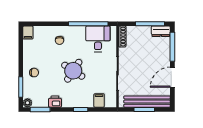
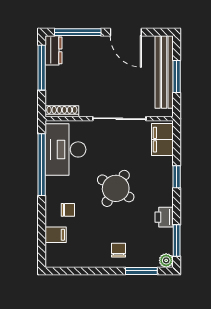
filing cabinet: (28, 33) -> (56, 235), moved
desk: (98, 39) -> (66, 149), width x1.37
filing cabinet: (99, 100) -> (162, 140), width x2.00

